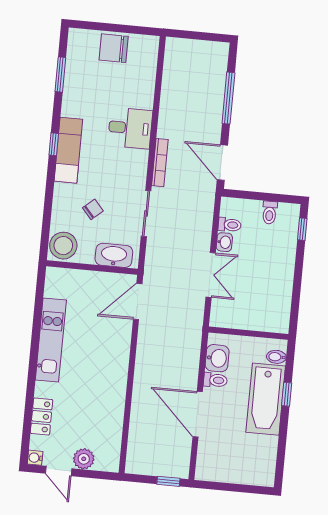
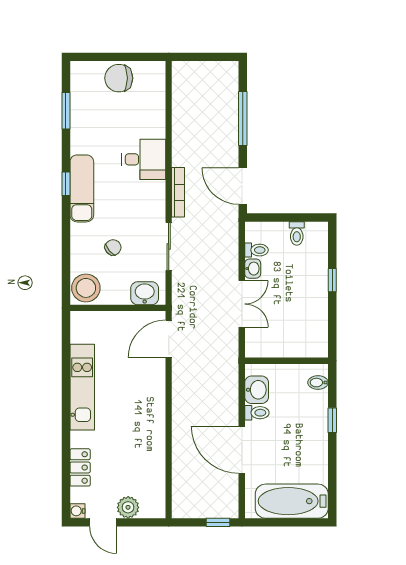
window: (302, 229) -> (332, 280), moved
washbasin: (114, 255) -> (145, 293), width x0.72
bathtub: (266, 399) -> (292, 501), moved, turned 90

